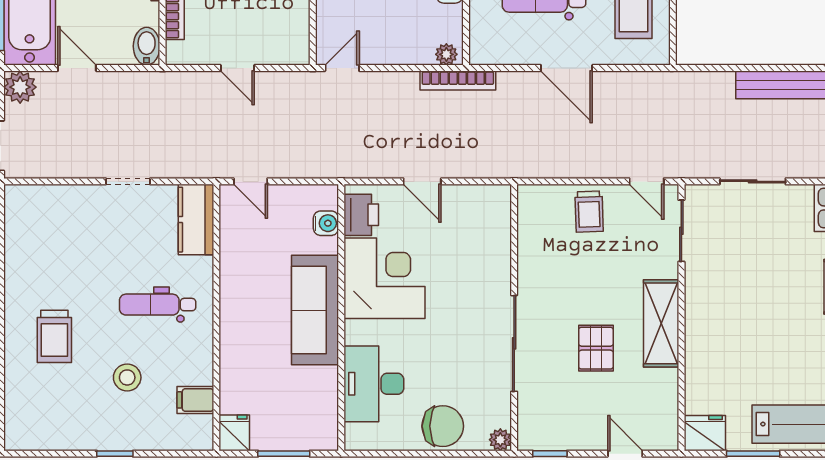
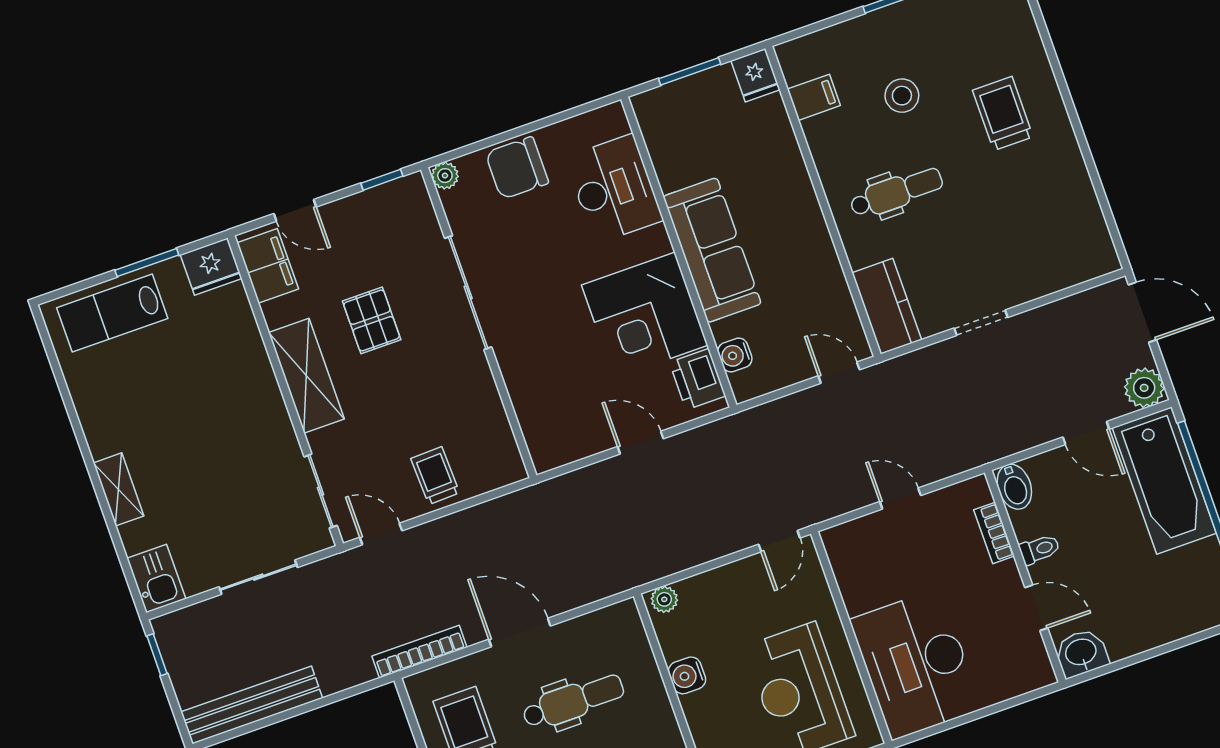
bookcase: (458, 80) -> (419, 652), moved
filing cabinet: (661, 418) -> (268, 266), added

